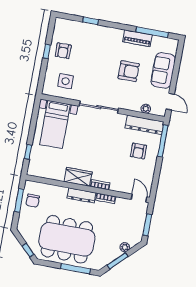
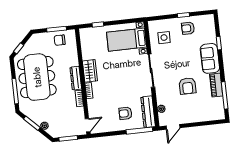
sofa: (163, 70) -> (210, 58), moved, turned -90

